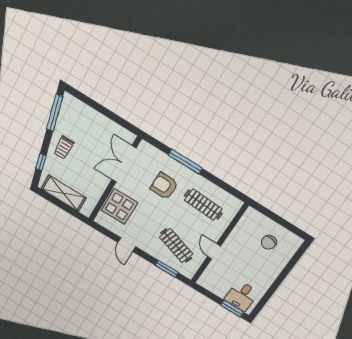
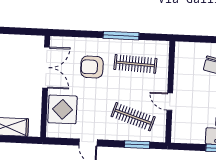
window: (185, 162) -> (121, 36), moved
double door: (124, 164) -> (46, 67), swing flipped

